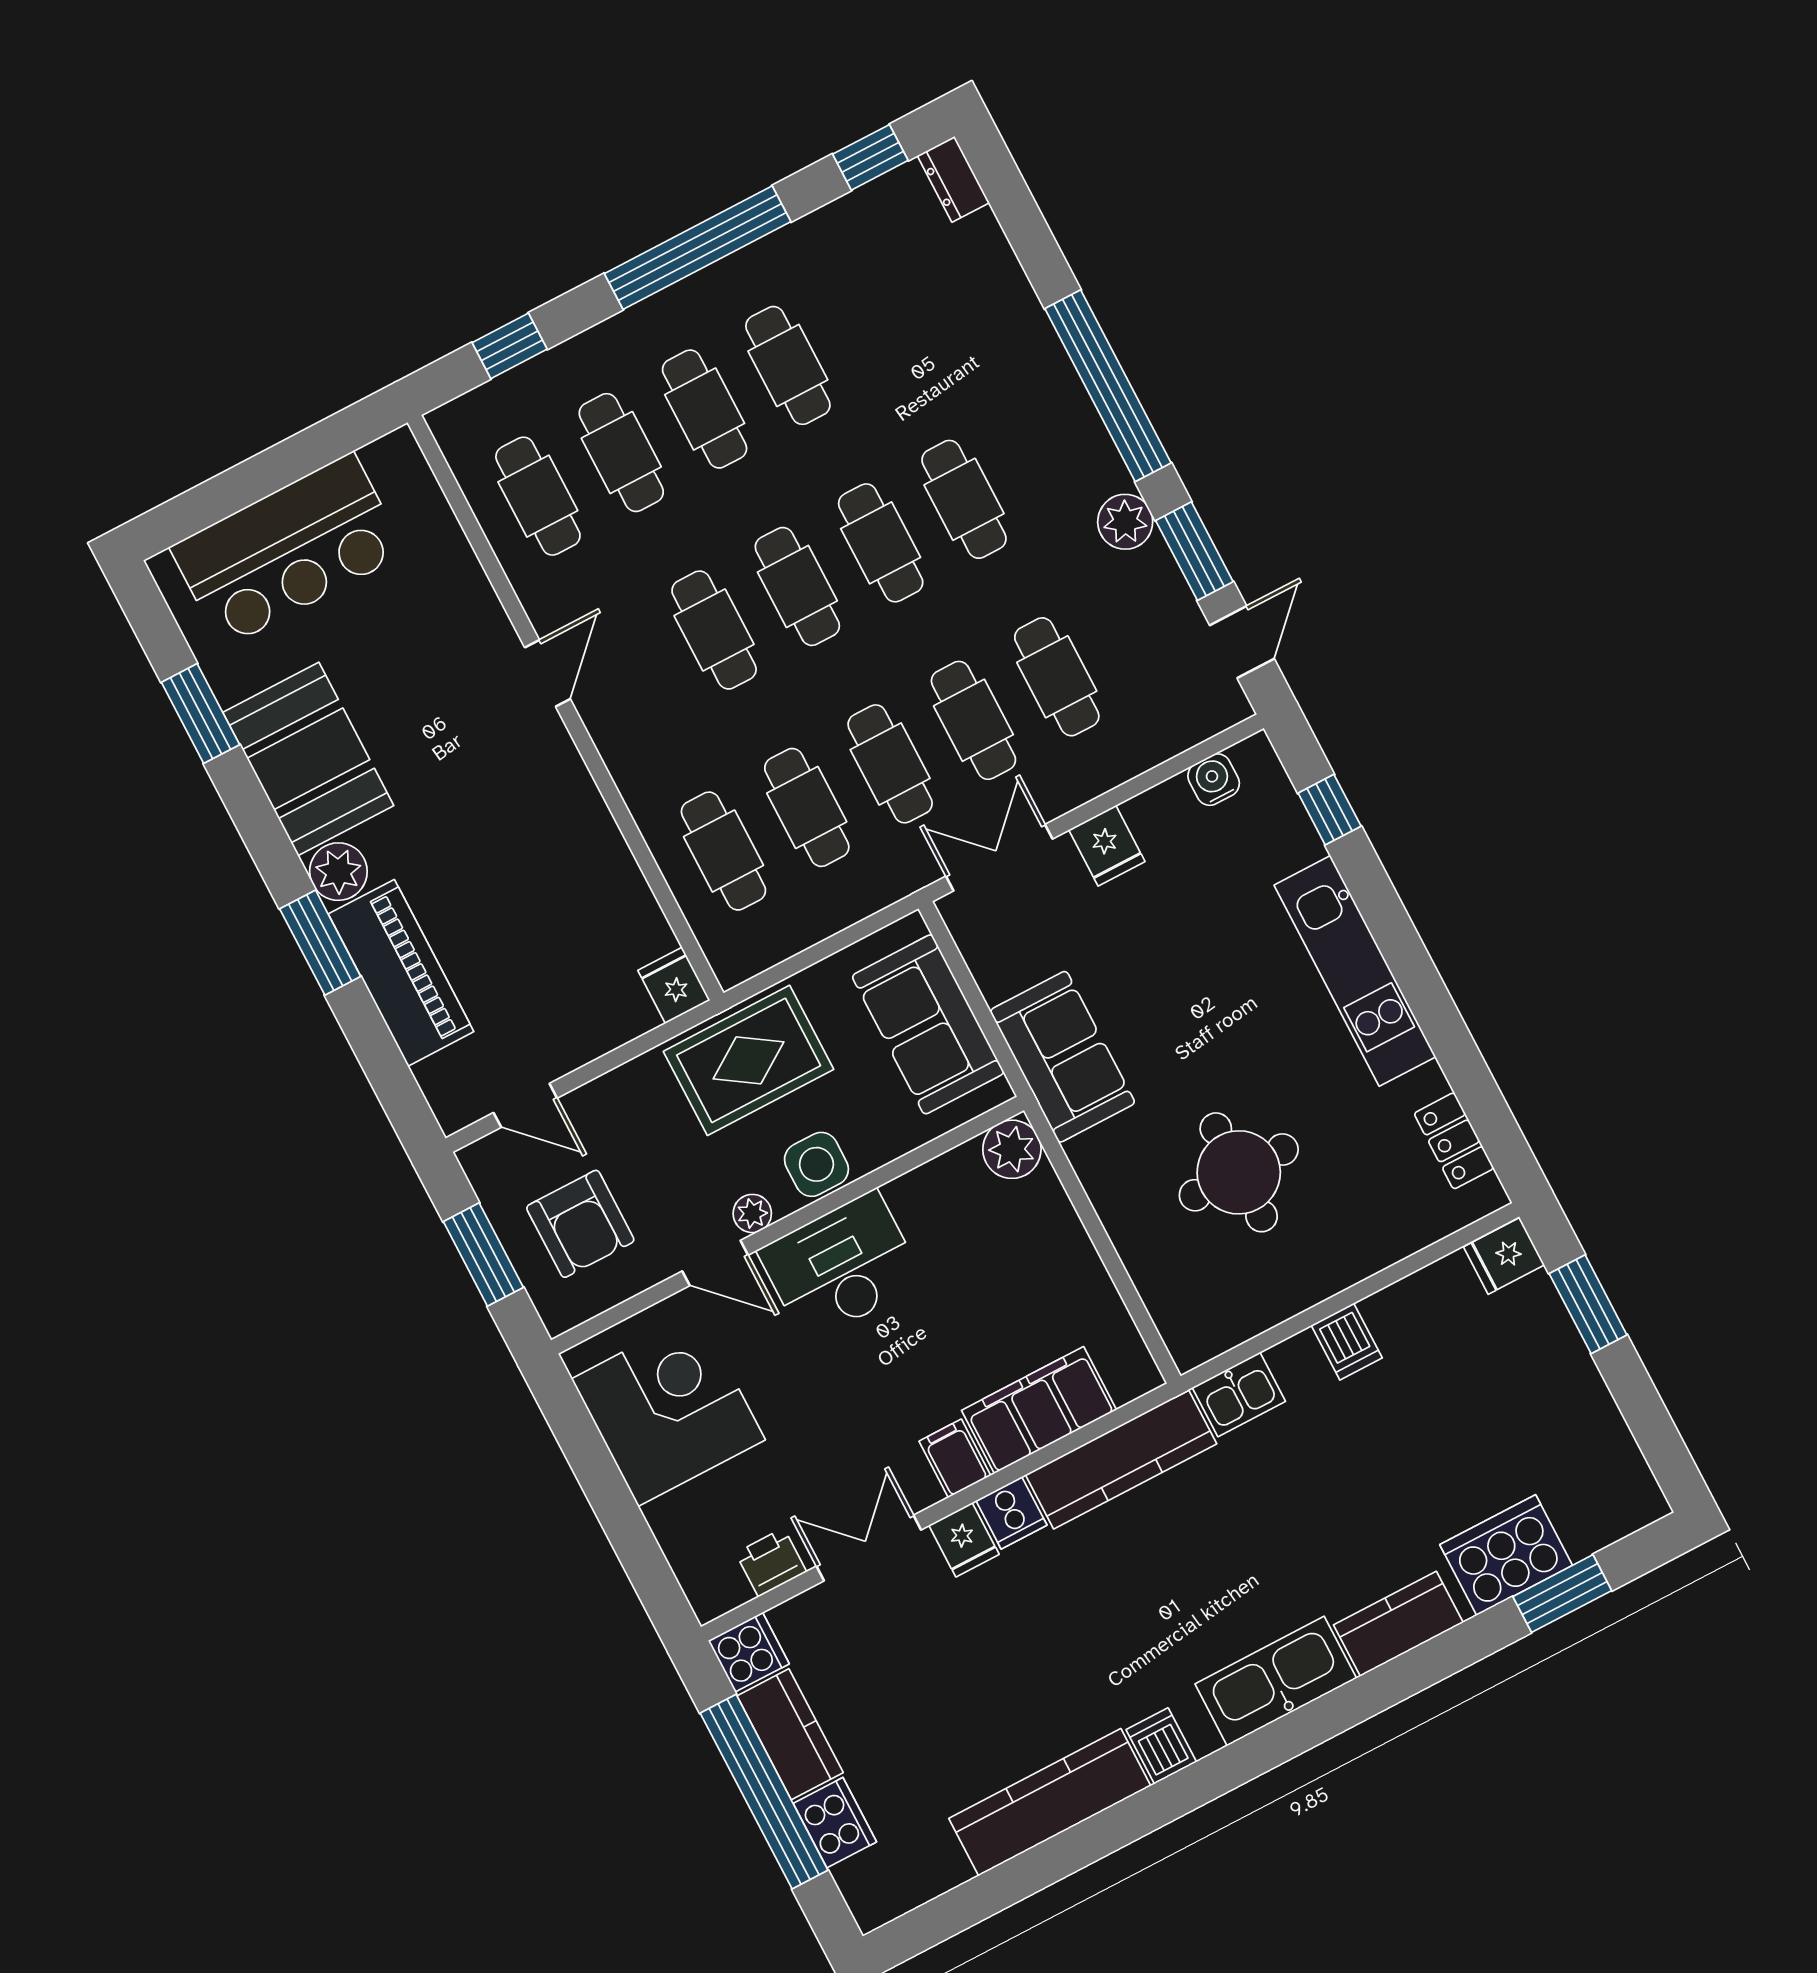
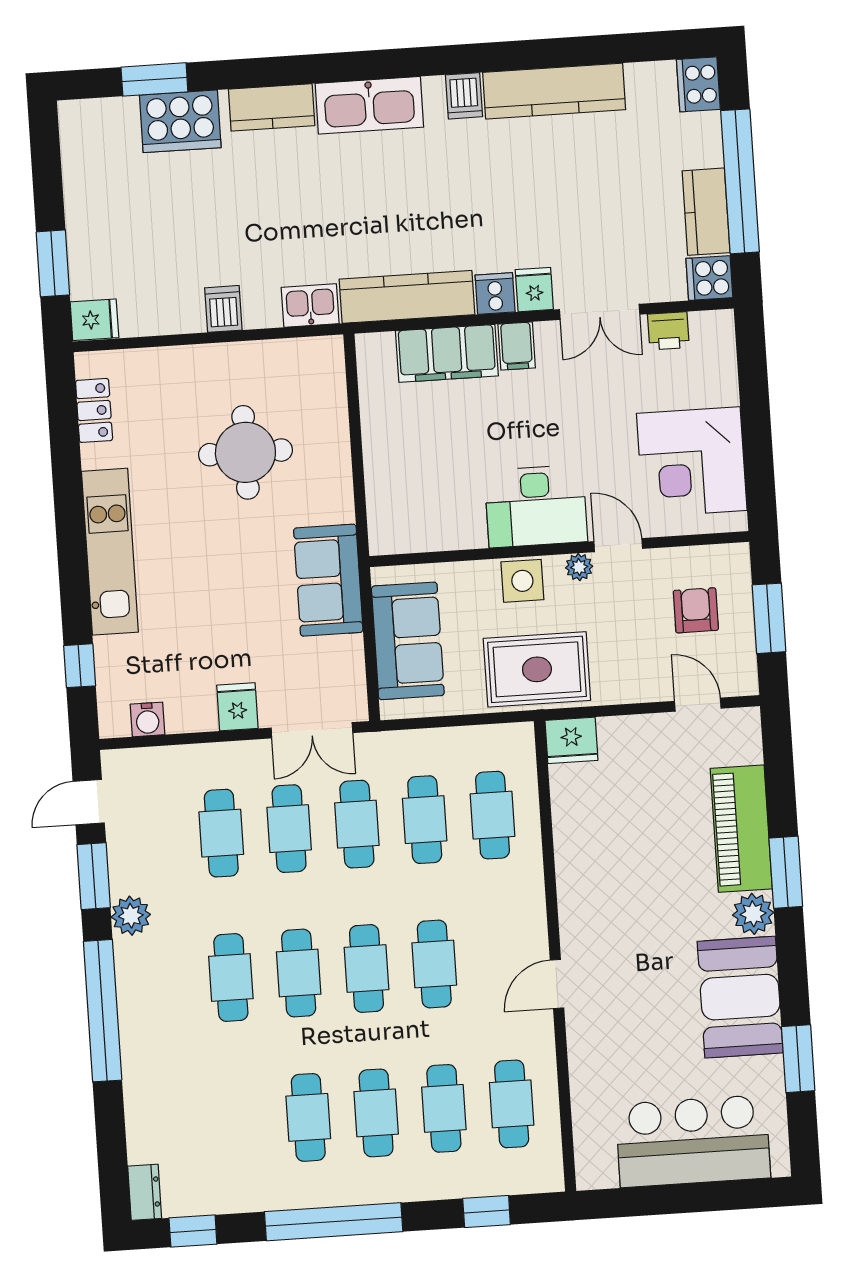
fridge: (674, 985) -> (571, 740), width x1.38
plant: (1012, 1149) -> (389, 534), removed
armchair: (580, 1224) -> (696, 610), width x0.72, depth x0.72
cooker: (835, 1823) -> (698, 84), moved

